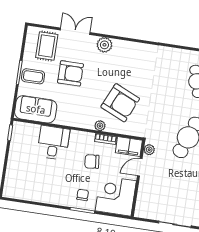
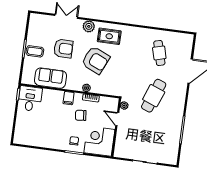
rug: (47, 46) -> (109, 36), moved, turned 90
armchair: (120, 103) -> (96, 60), moved
sofa: (36, 109) -> (50, 78), moved
desk: (53, 143) -> (30, 99), moved
filing cabinet: (129, 147) -> (69, 98), moved, width x0.50
door: (140, 167) -> (117, 119), hinge flipped

